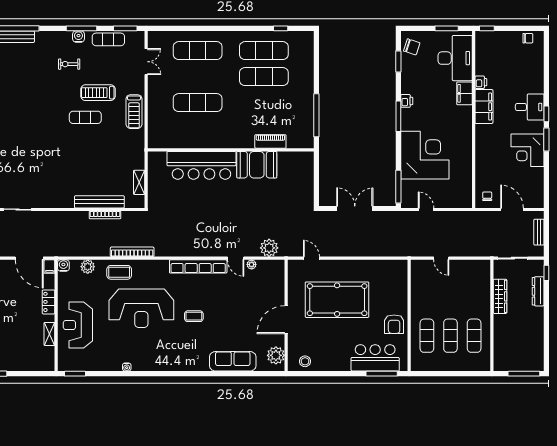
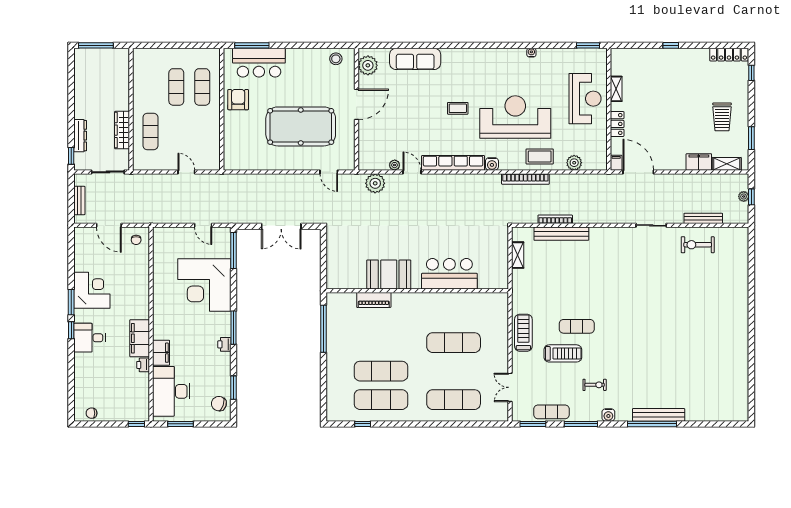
water cooler: (78, 37) -> (608, 415), moved
bar counter: (201, 165) -> (449, 274), width x0.73
water cooler: (63, 265) -> (492, 164), moved
exercise mat: (474, 336) -> (150, 131), moved

